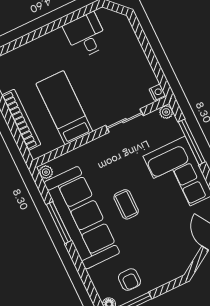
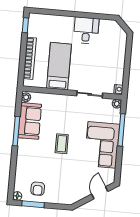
desk: (86, 35) -> (86, 30), moved
sofa: (82, 218) -> (30, 121), width x0.54, depth x0.79

